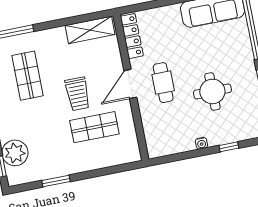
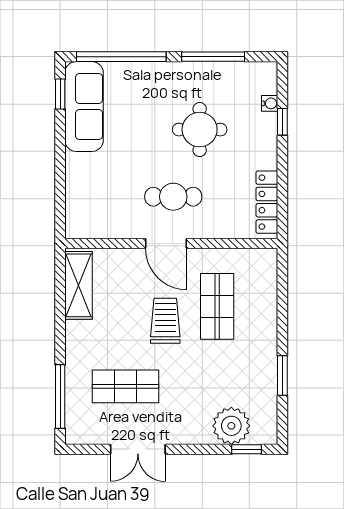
locker: (132, 36) -> (267, 202), moved, turned -90
trolley: (78, 94) -> (165, 321), turned -90
water cooler: (201, 143) -> (270, 103), moved

